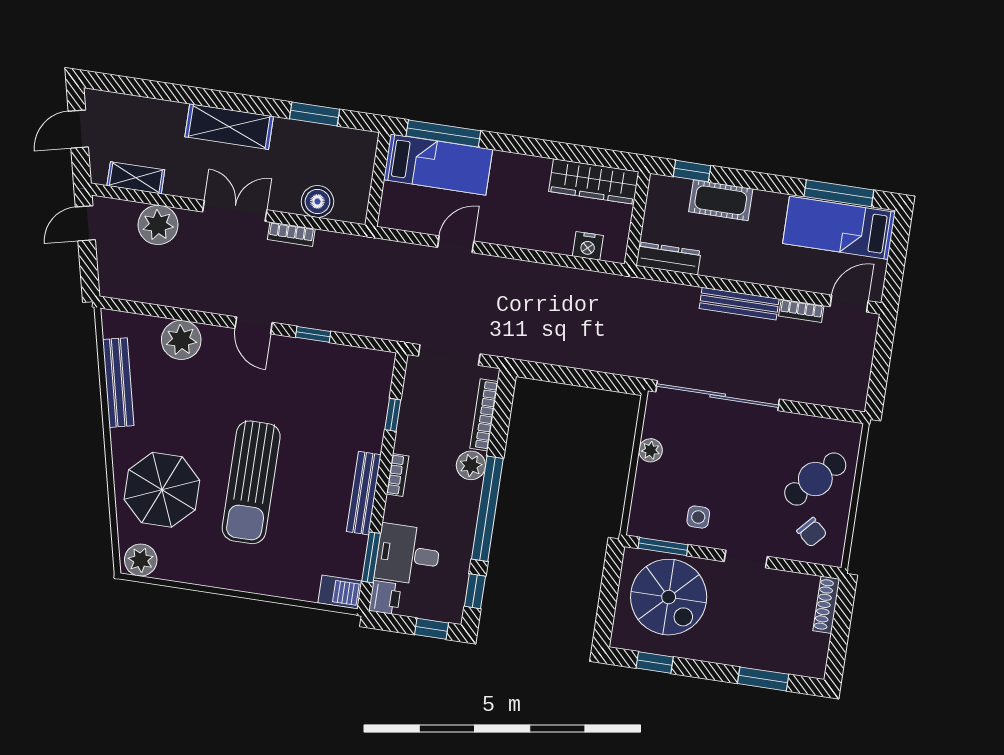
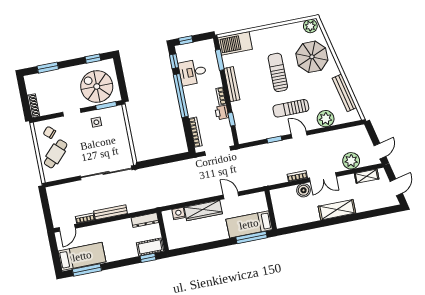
window: (314, 114) -> (305, 227), removed
wardrobe: (594, 181) -> (203, 210), moved, turned 180
cot: (721, 200) -> (150, 247), moved
boiler: (317, 201) -> (304, 190), moved
door: (456, 244) -> (231, 195), swing flipped
sun lounger: (251, 391) -> (291, 108), added
plant: (651, 450) -> (125, 142), removed
plant: (471, 465) -> (193, 110), removed
sun lounger: (251, 482) -> (278, 72), width x0.73, depth x0.75
desk: (408, 554) -> (193, 72), moved, turned 180
barbecue: (340, 592) -> (235, 43), width x1.88, depth x1.53
printer: (385, 598) -> (222, 112), moved

